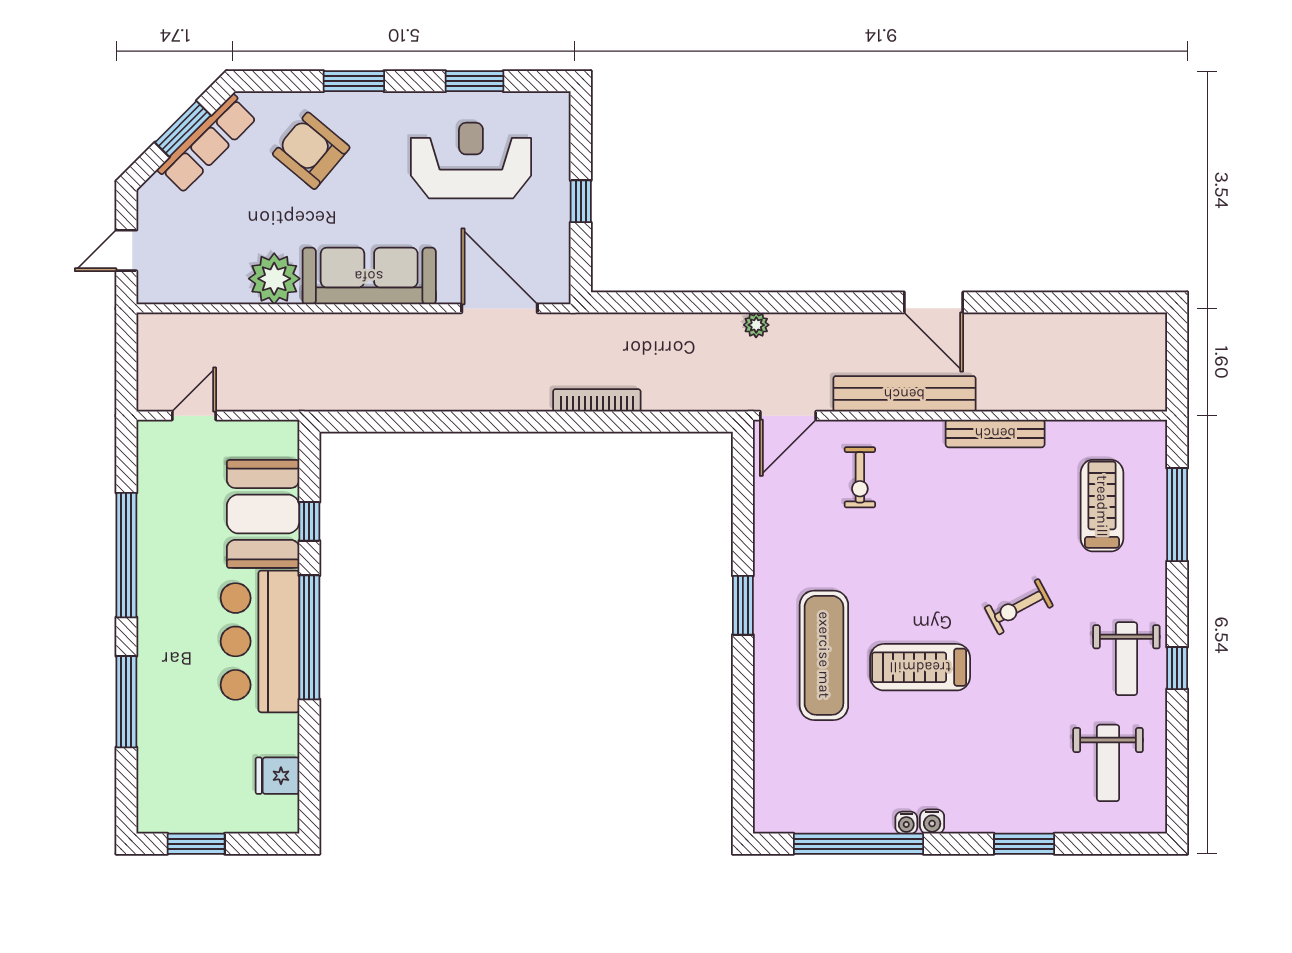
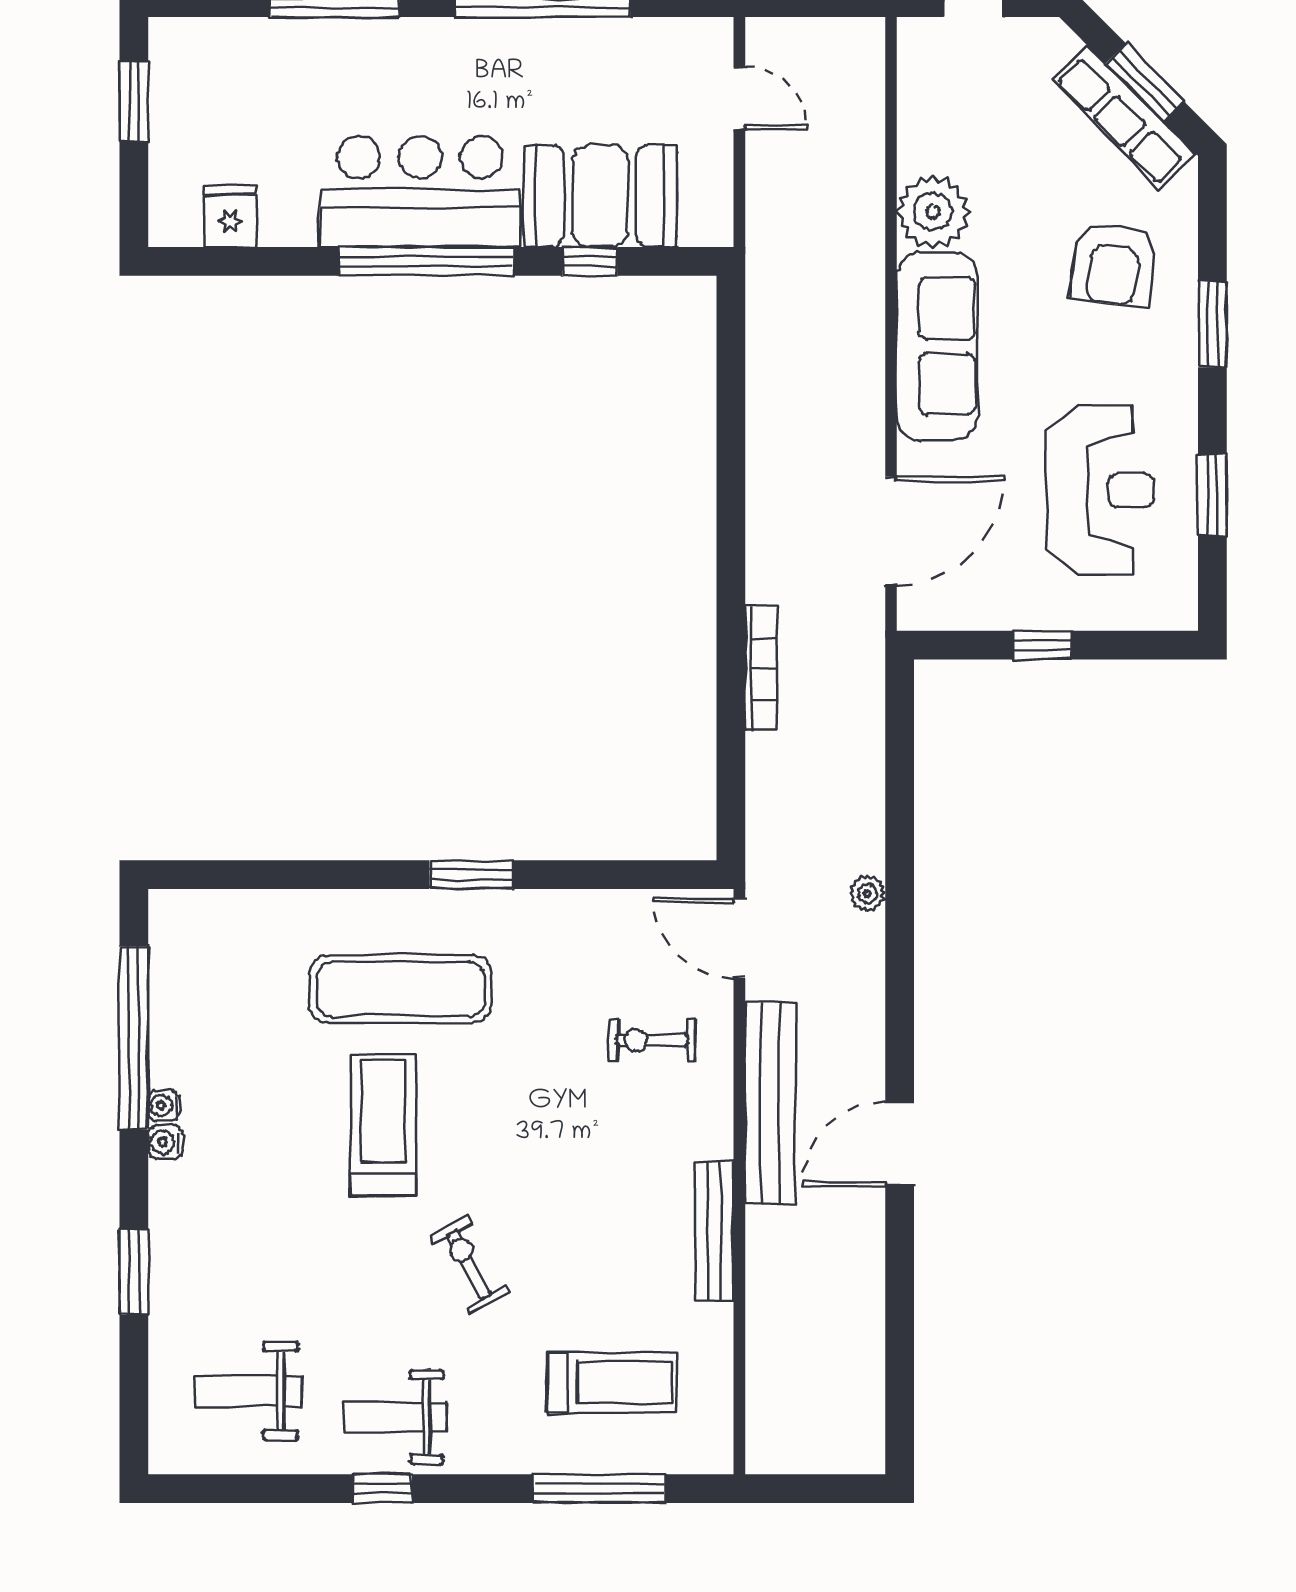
armchair: (311, 151) -> (1114, 264), turned 148

